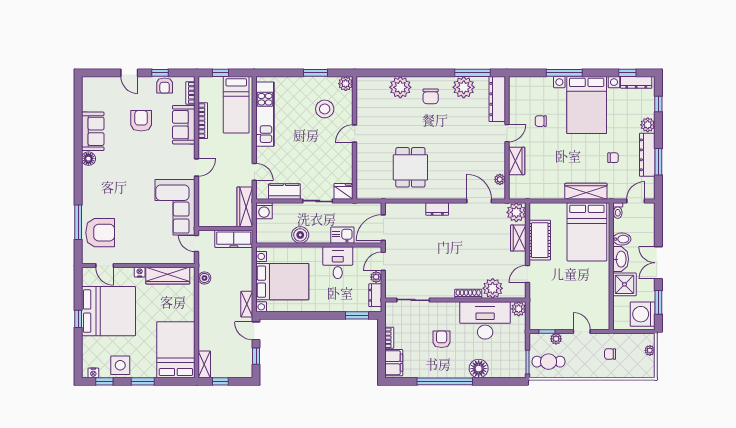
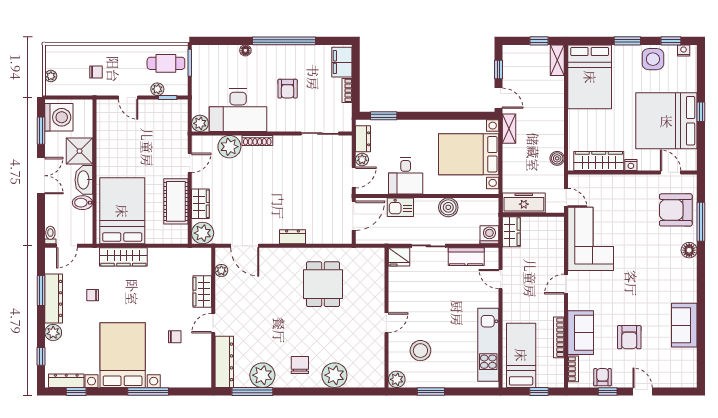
floor lamp: (88, 159) -> (689, 250), moved
wardrobe: (245, 207) -> (511, 232), width x0.67
toilet: (618, 211) -> (50, 235), moved
floor lamp: (479, 369) -> (245, 50), width x0.53, depth x0.53

